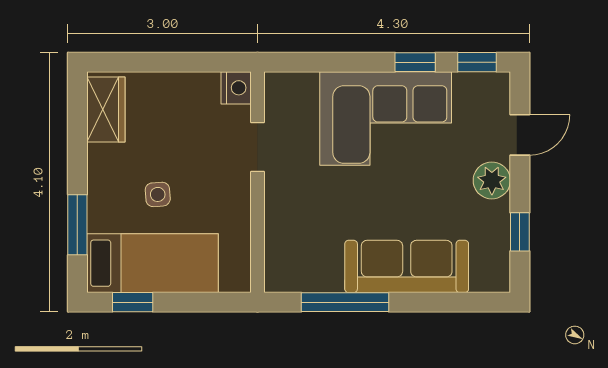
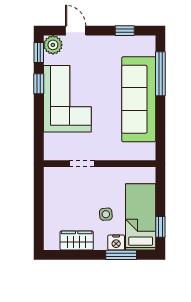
nightstand: (236, 88) -> (116, 242), moved, turned 180
wardrobe: (106, 110) -> (77, 240), moved
plant: (492, 180) -> (53, 45), moved
sofa: (407, 266) -> (139, 99), width x1.36, depth x1.27
window: (345, 302) -> (160, 74), moved

